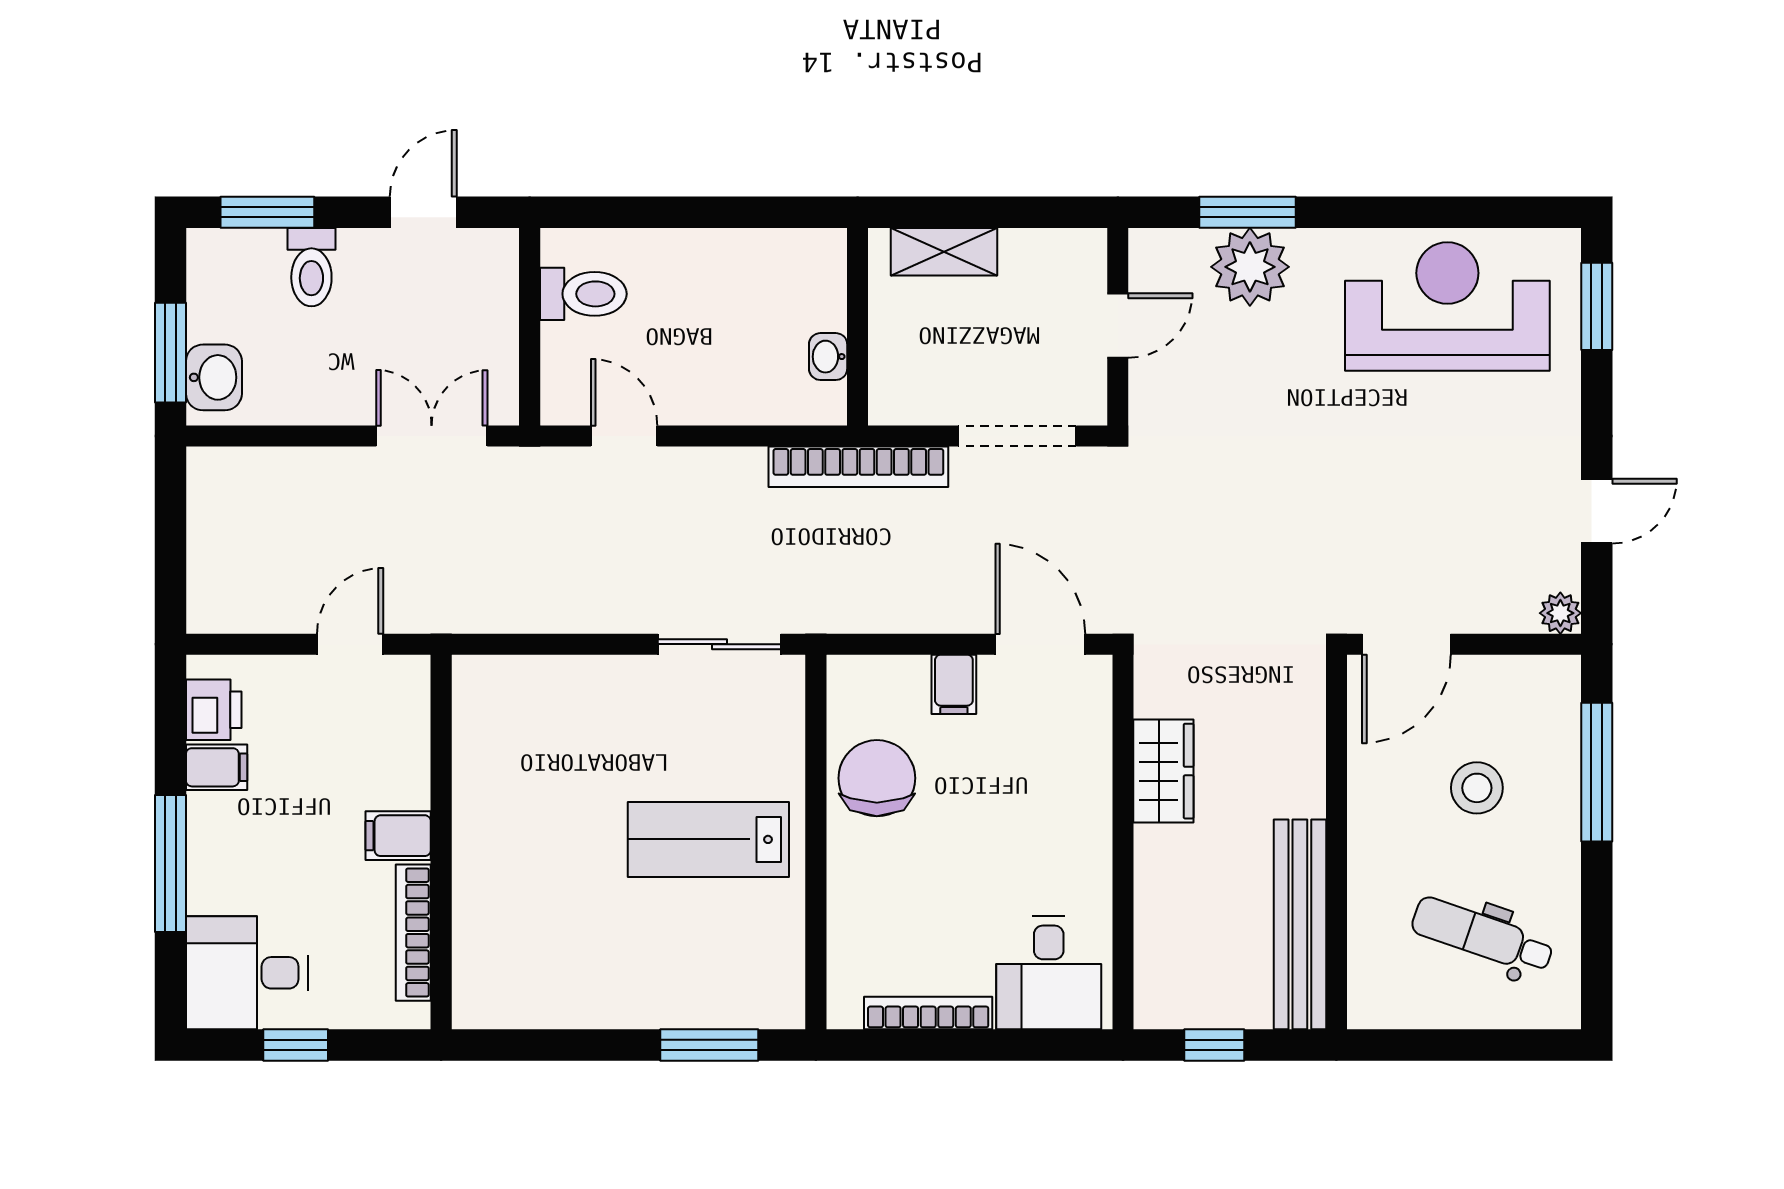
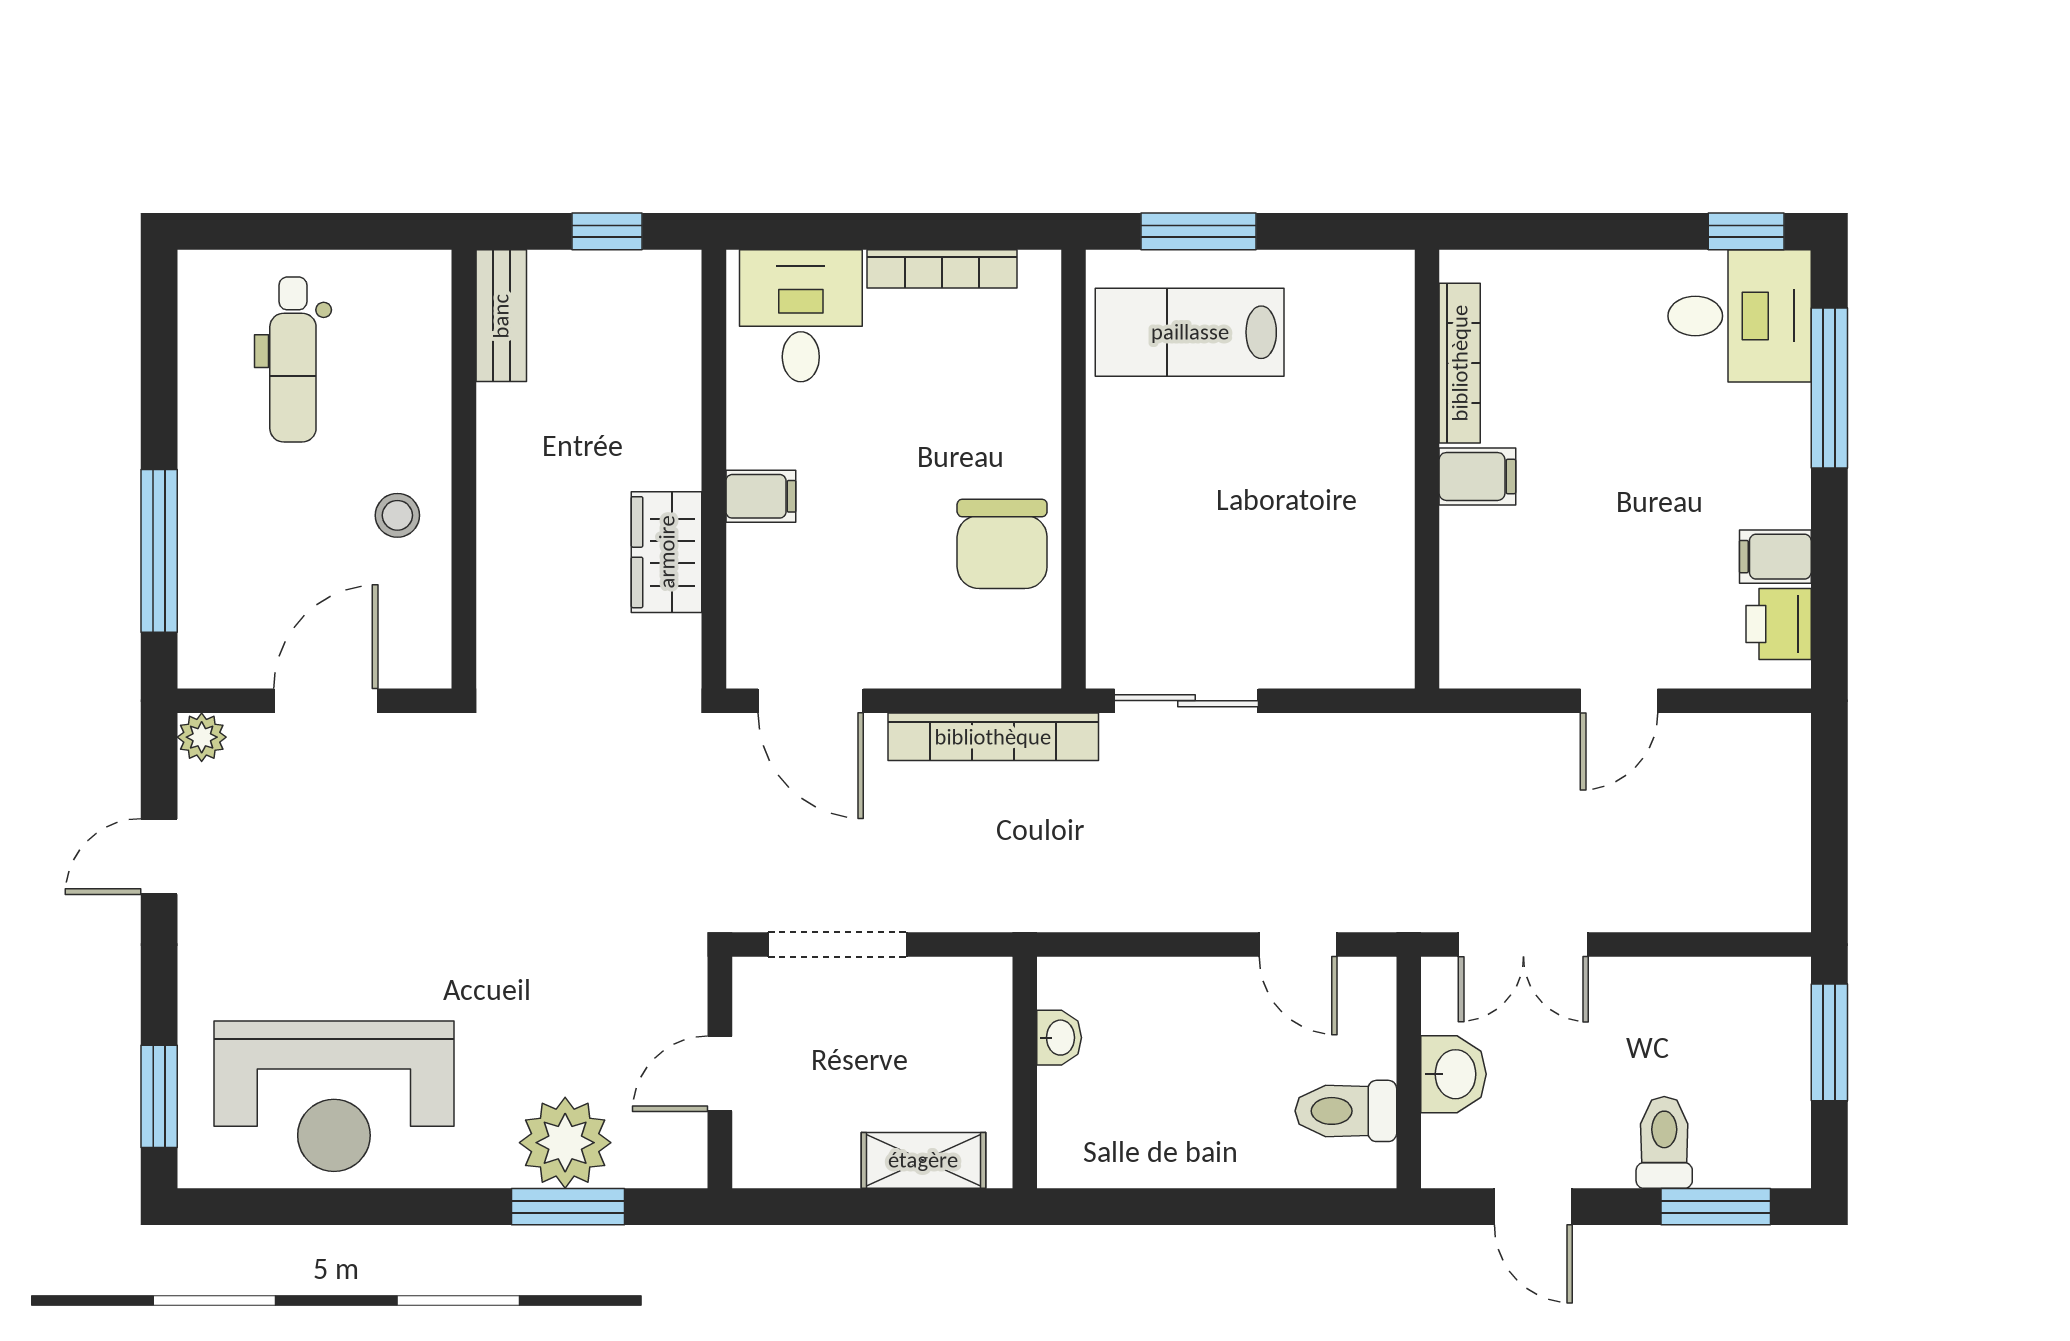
door: (423, 212) -> (1533, 1207), hinge flipped
washbasin: (214, 377) -> (1454, 1074), moved, turned 180
bookcase: (858, 467) -> (993, 737), moved, turned 180
door: (1406, 644) -> (326, 701), moved
filing cabinet: (954, 684) -> (761, 496), moved, turned 90
stool: (1477, 788) -> (397, 515), moved, width x0.73, depth x0.73
filing cabinet: (398, 836) -> (1477, 476), moved
lab bench: (708, 839) -> (1190, 332), moved, turned 180
wall: (441, 842) -> (1427, 469), moved
window: (170, 864) -> (1829, 388), moved
bench: (1300, 924) -> (501, 316), width x0.54, depth x0.82
bookcase: (413, 933) -> (1460, 363), moved
dental chair: (1482, 936) -> (293, 359), turned 71
window: (296, 1045) -> (1746, 231), moved

